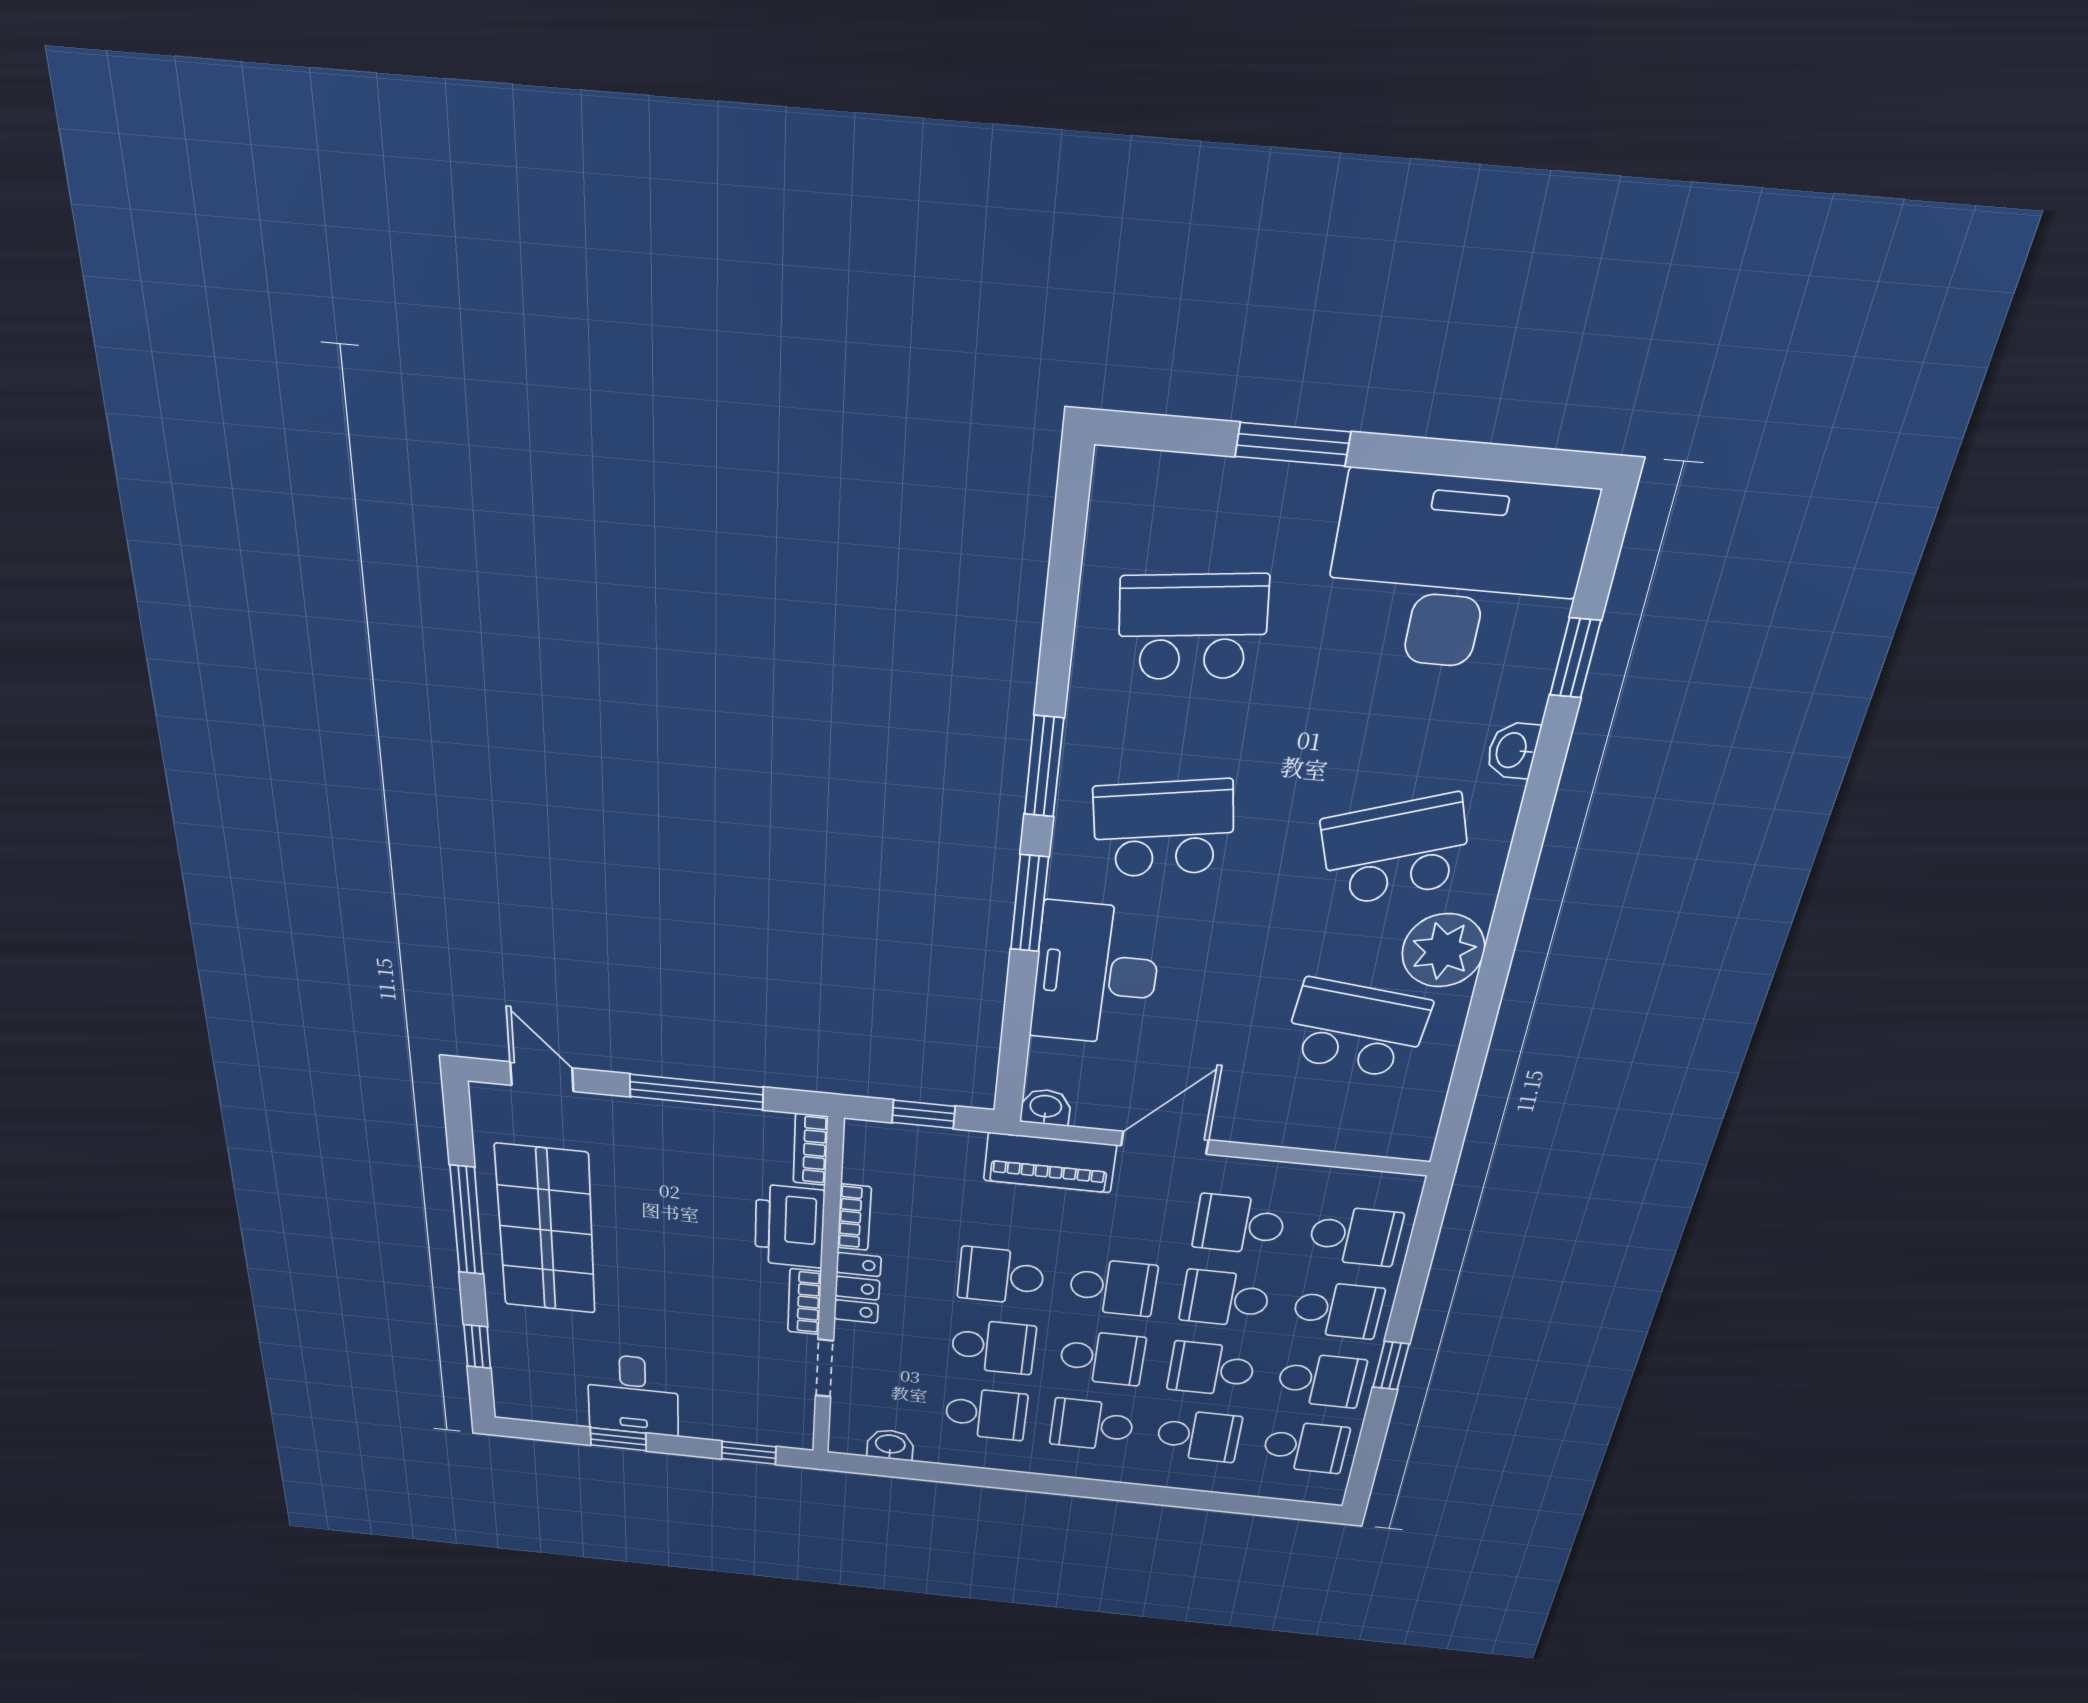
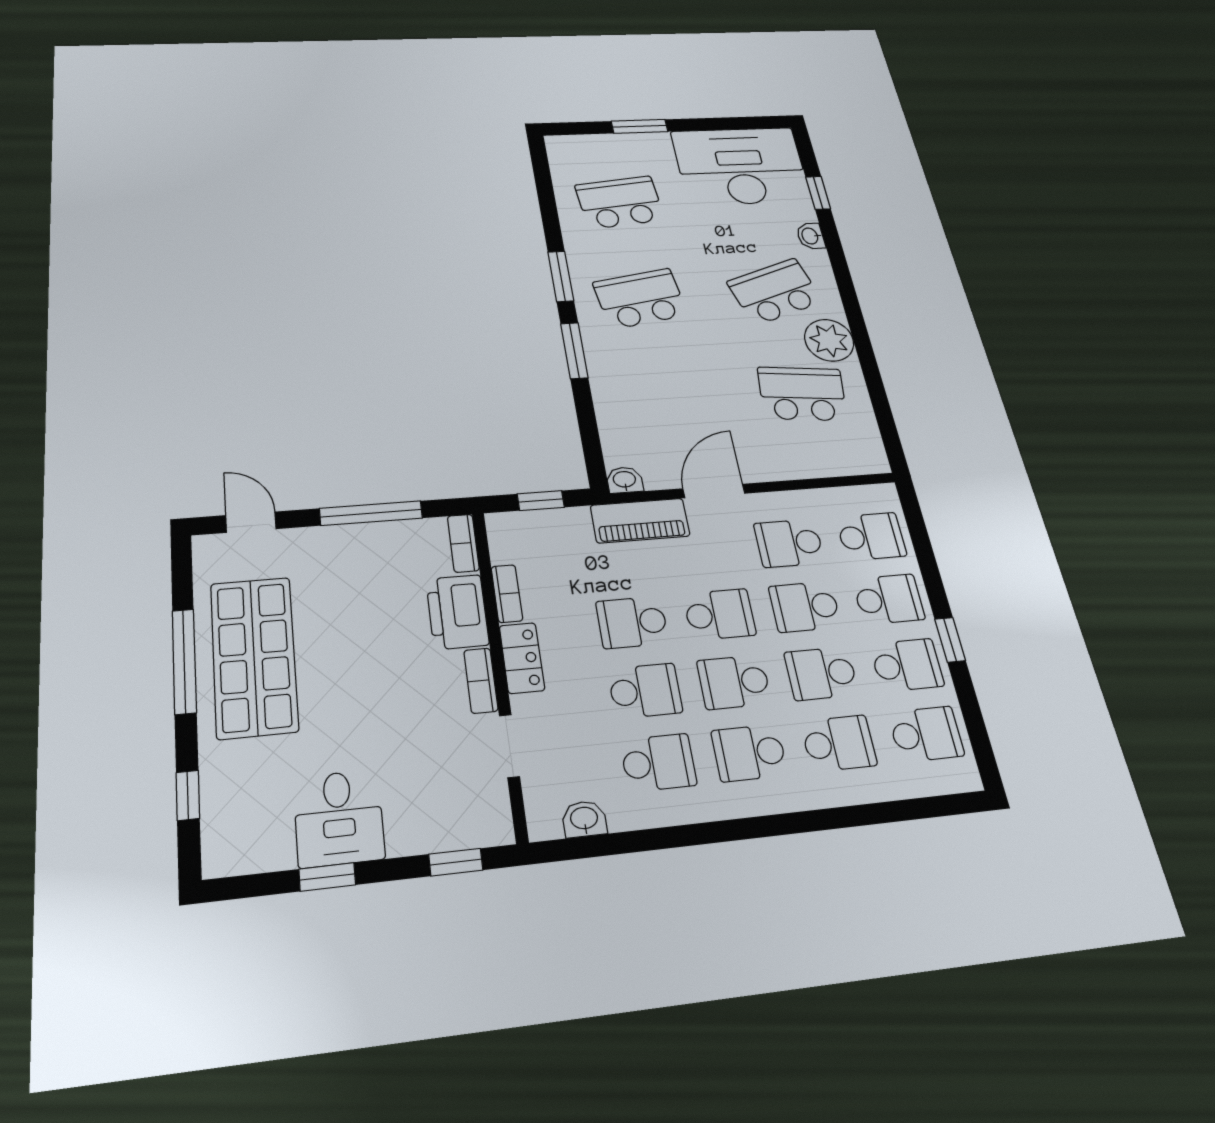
desk: (1096, 974) -> (629, 386), removed
school desk: (1102, 1358) -> (734, 682), turned 180

